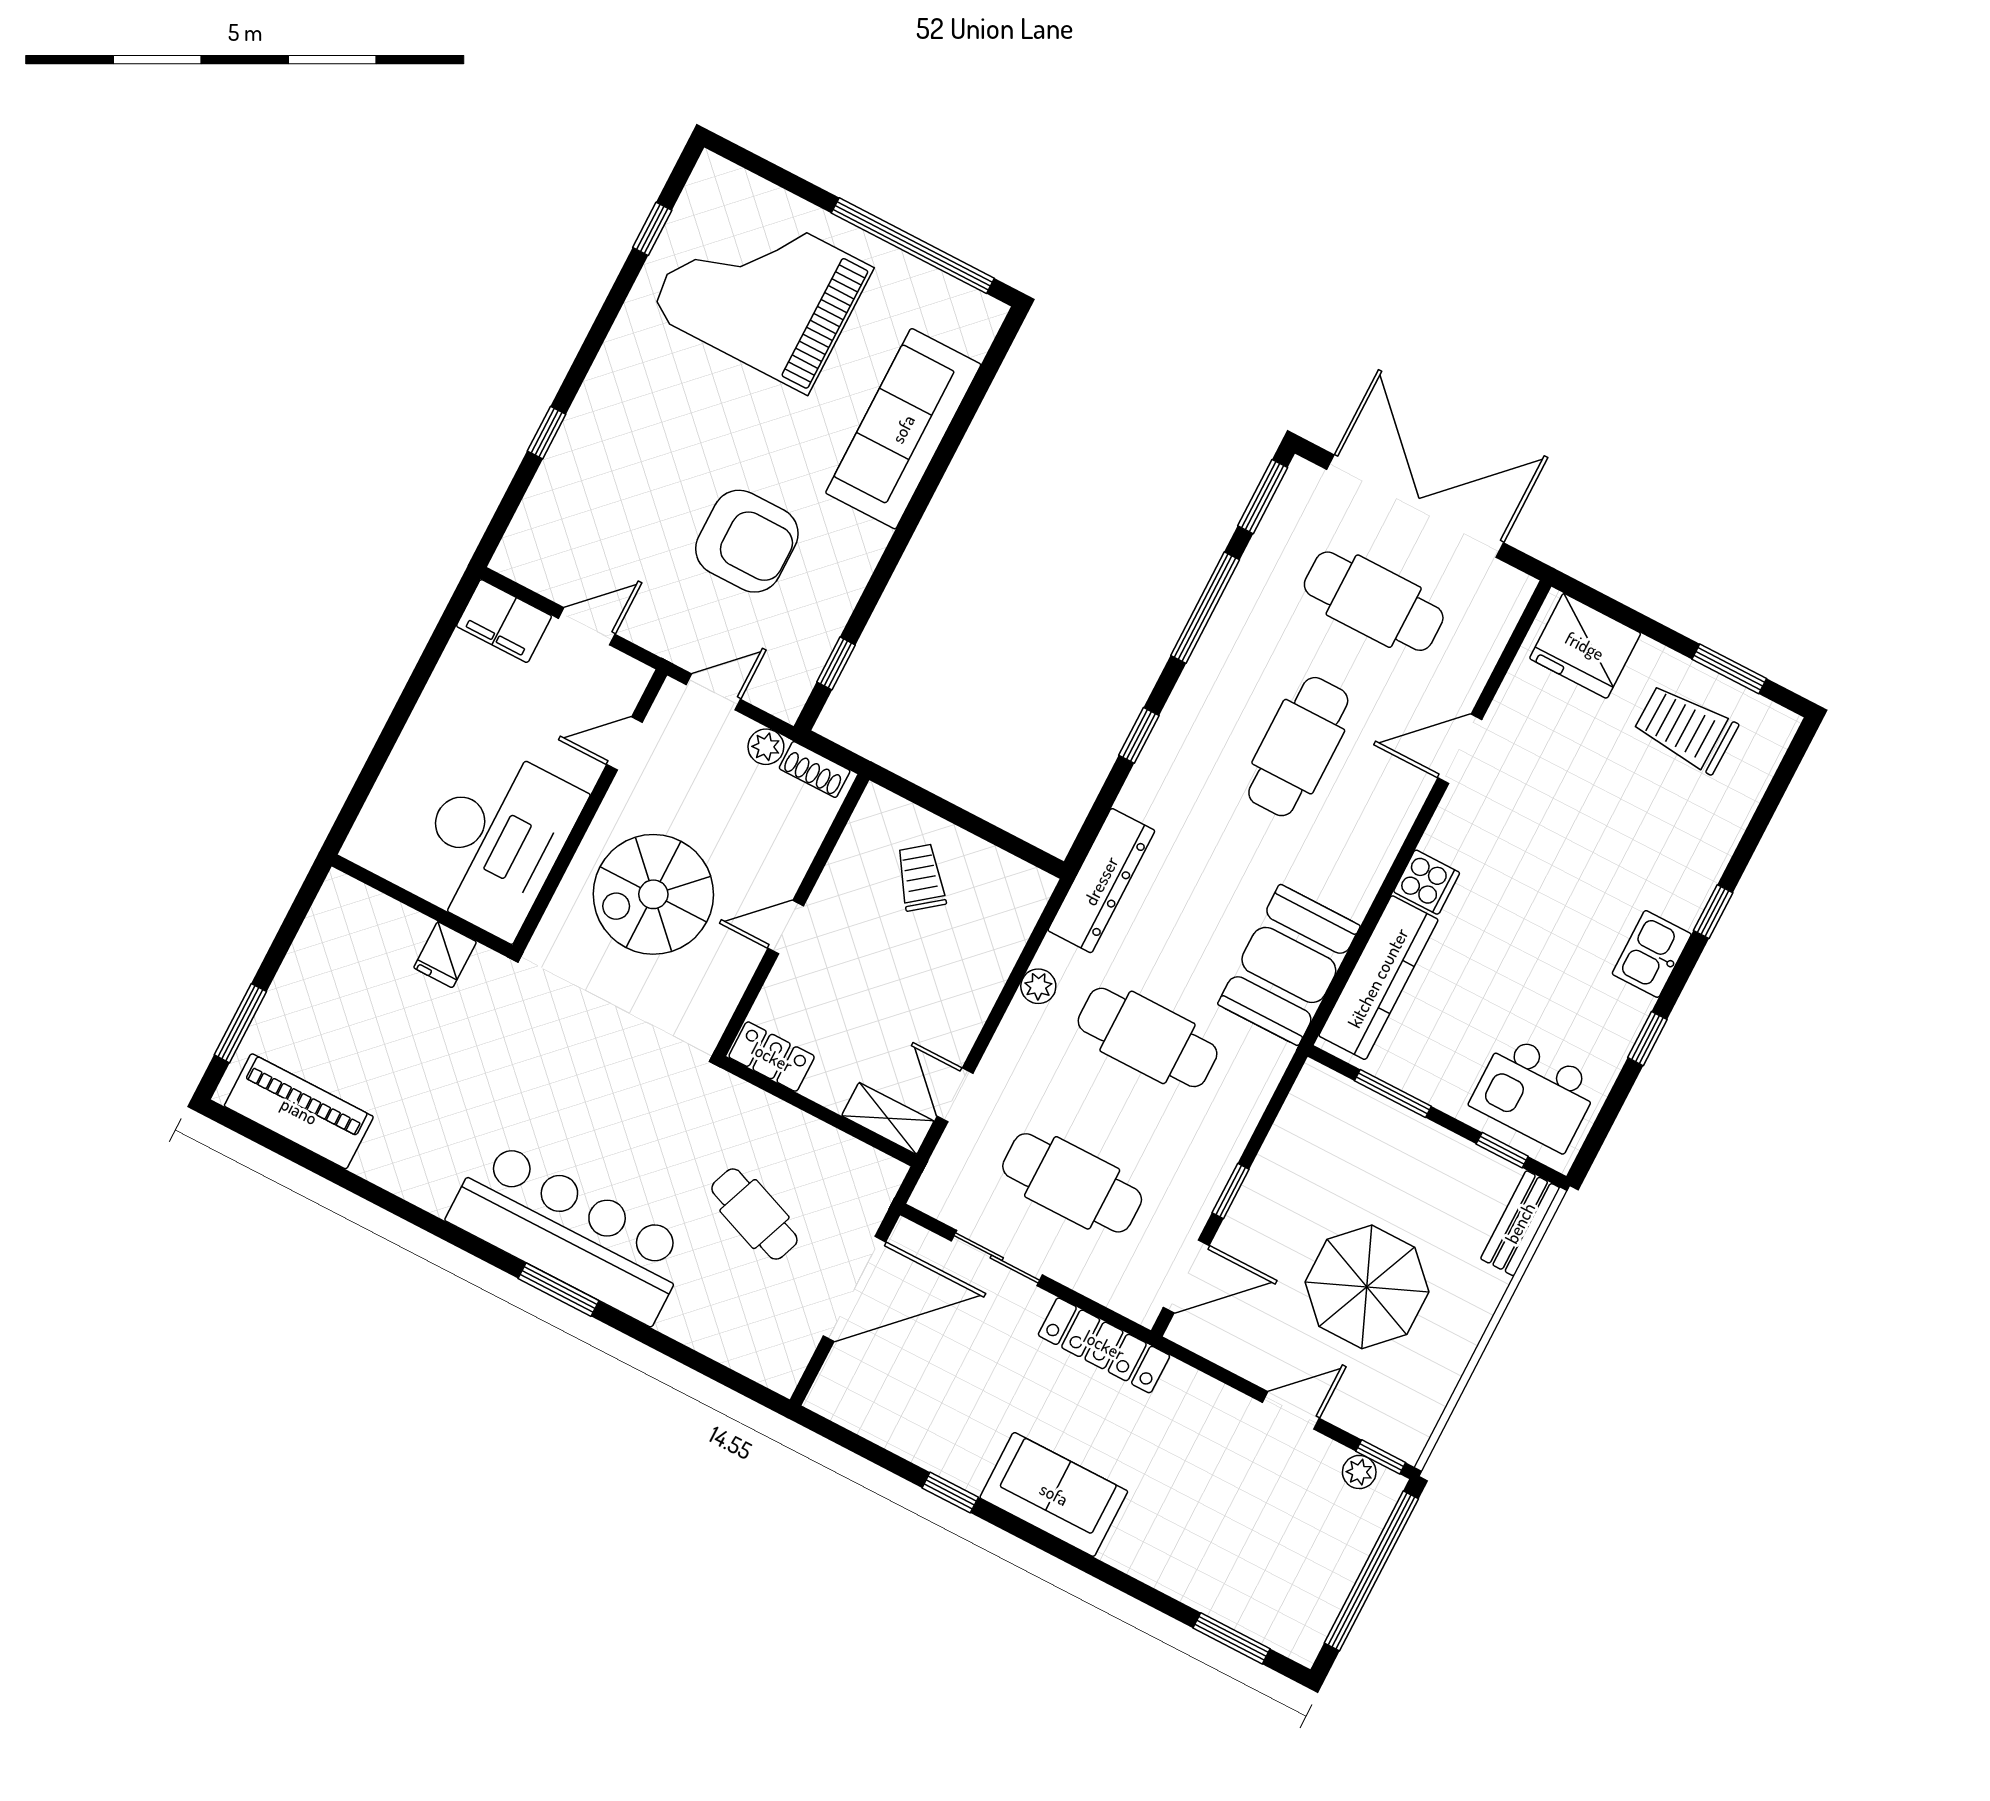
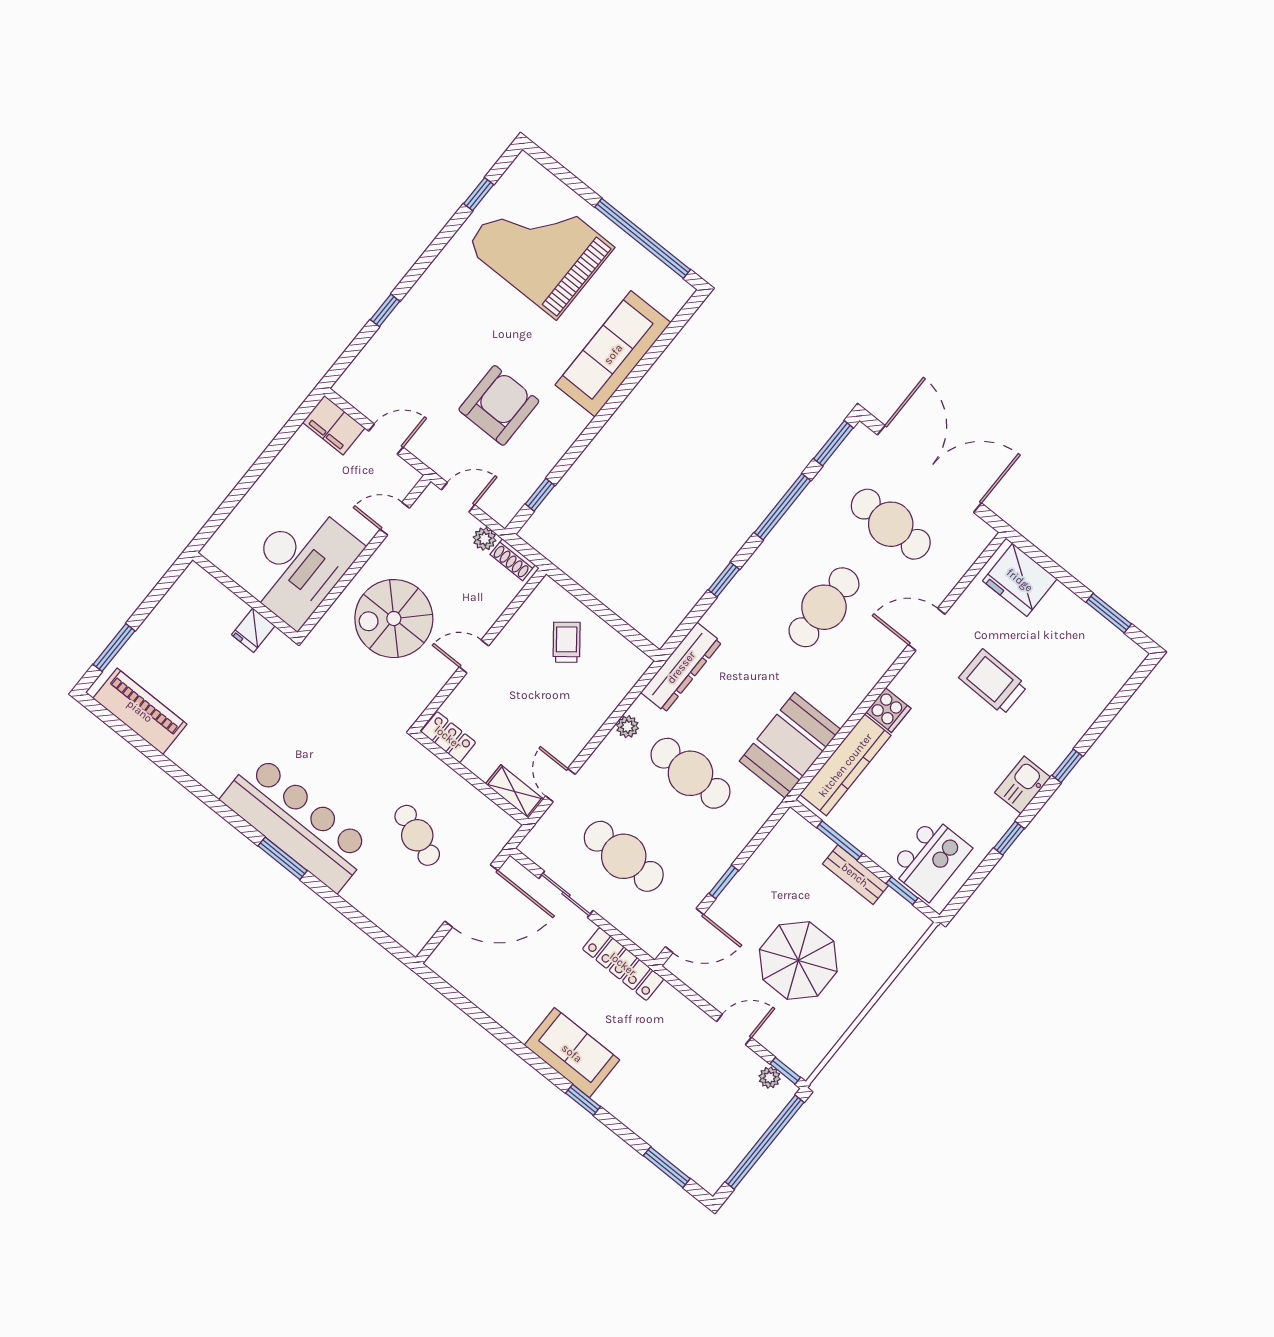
armchair: (747, 541) -> (499, 405), turned -90
trolley: (1686, 729) -> (993, 682), moved
kitchen island: (1535, 1093) -> (930, 859), turned -90
bench: (1520, 1223) -> (855, 875), moved, turned 90
window: (950, 1493) -> (583, 1100), moved

